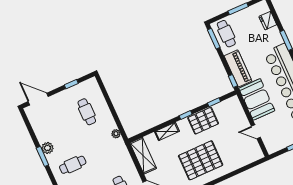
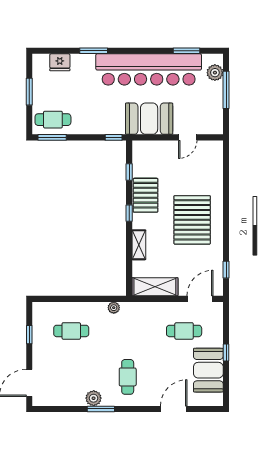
piano: (238, 68) -> (101, 124), removed

